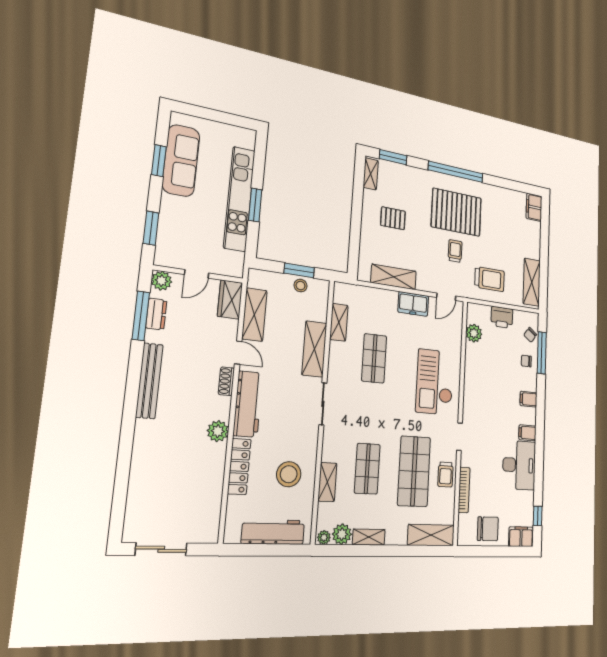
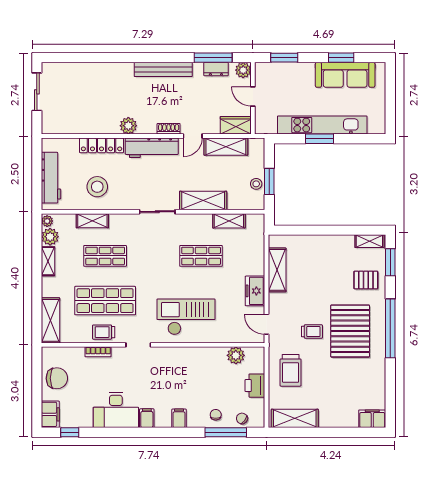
pallet: (393, 218) -> (366, 280), moved, turned 90
bookcase: (464, 490) -> (98, 352), width x0.64
chair: (488, 529) -> (57, 378), turned -90

